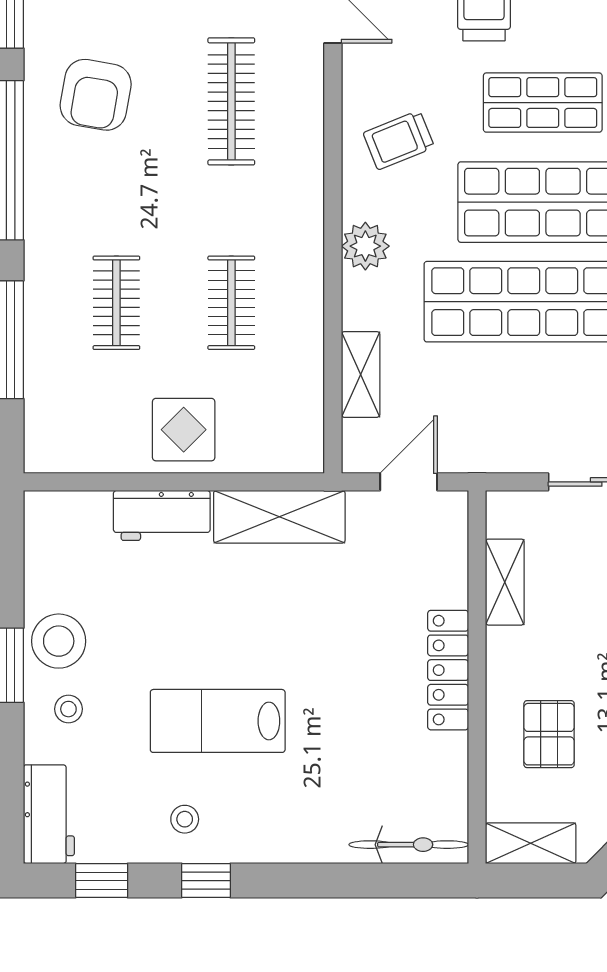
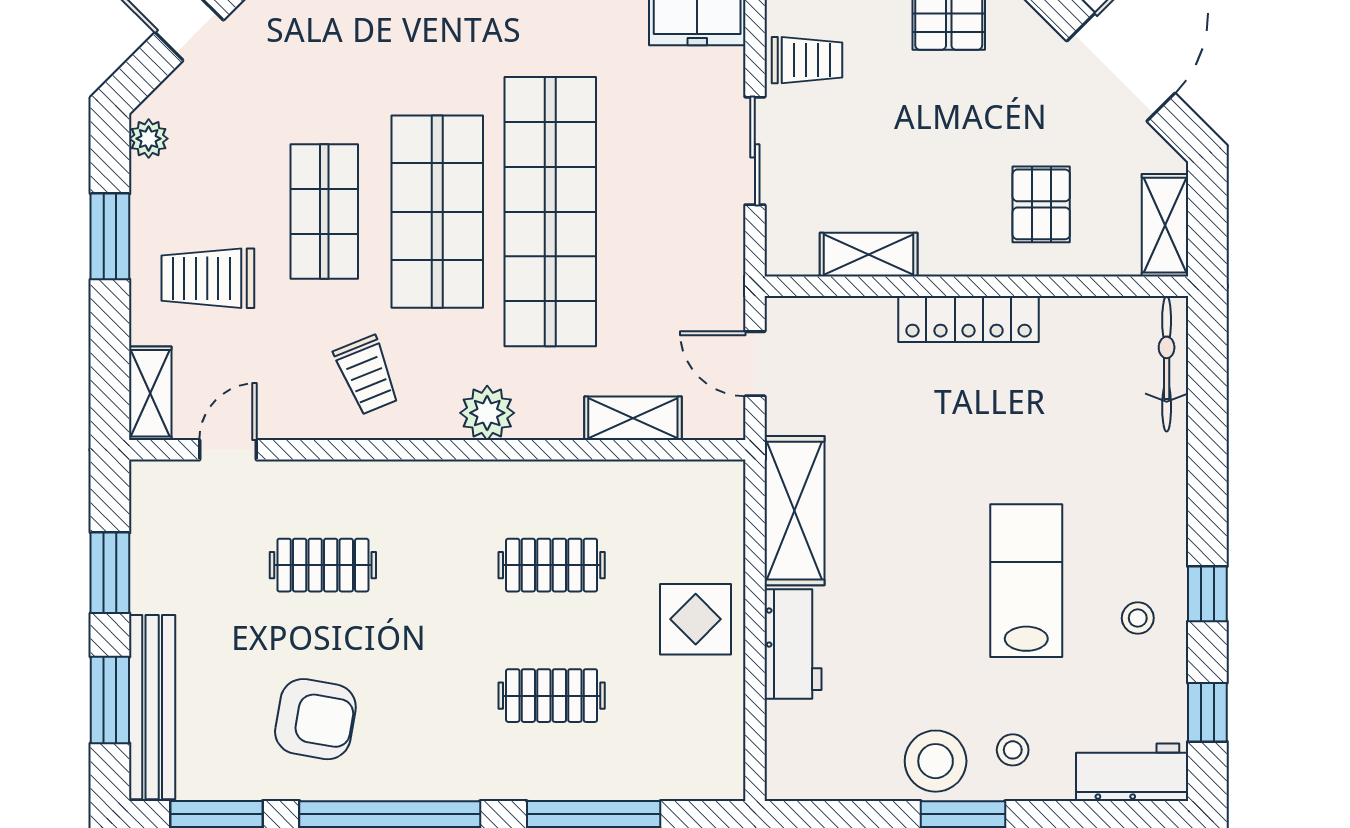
clothes rail: (231, 101) -> (323, 565), width x0.73
lab bench: (218, 721) -> (1026, 581), turned 180
pallet: (549, 734) -> (1041, 204), turned 90

